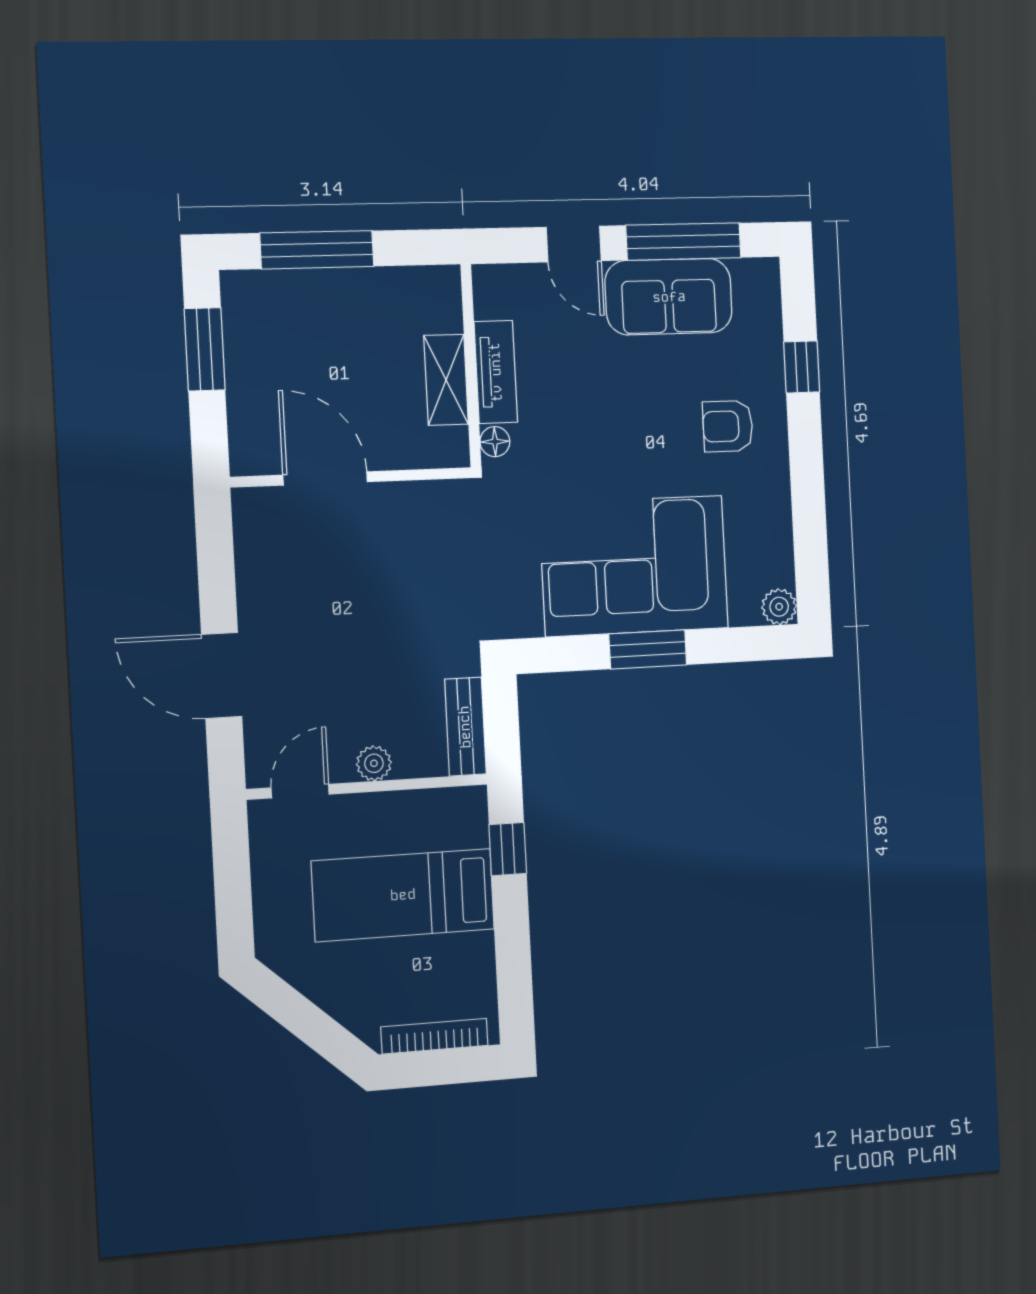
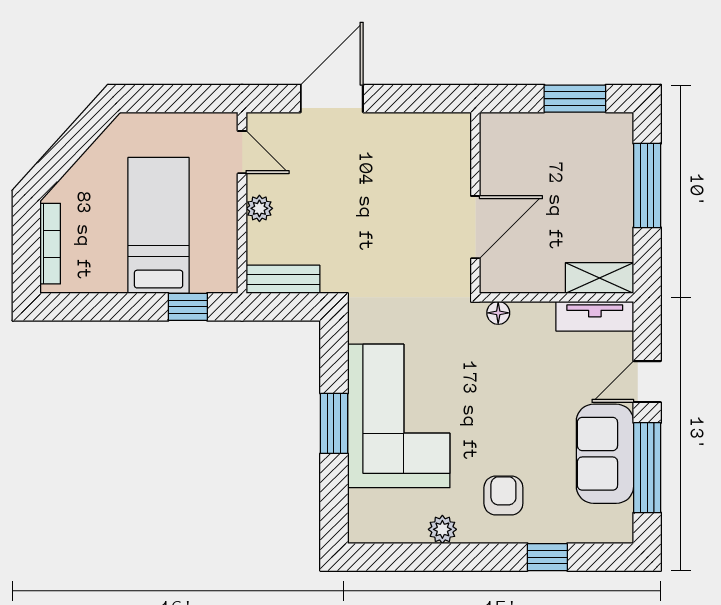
tv unit: (496, 372) -> (595, 316), moved
shelving: (446, 380) -> (600, 278), moved
door: (325, 478) -> (475, 227), moved
plant: (779, 607) -> (442, 529), moved

